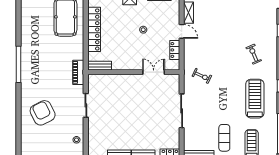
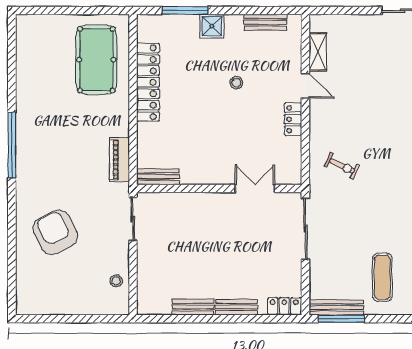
bench: (100, 66) -> (158, 177), moved
wall: (134, 72) -> (219, 188), moved
double door: (154, 72) -> (255, 188), moved

